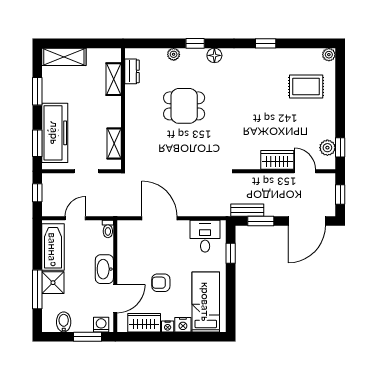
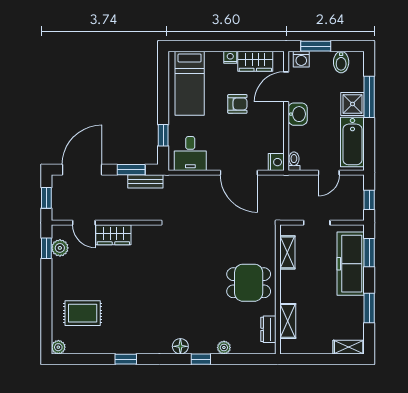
shelving: (64, 57) -> (349, 347), width x0.67, depth x0.75
dining table: (184, 106) -> (249, 283), moved
washbasin: (104, 269) -> (298, 114), width x0.72
nightstand: (183, 325) -> (276, 162), moved, turned 90

